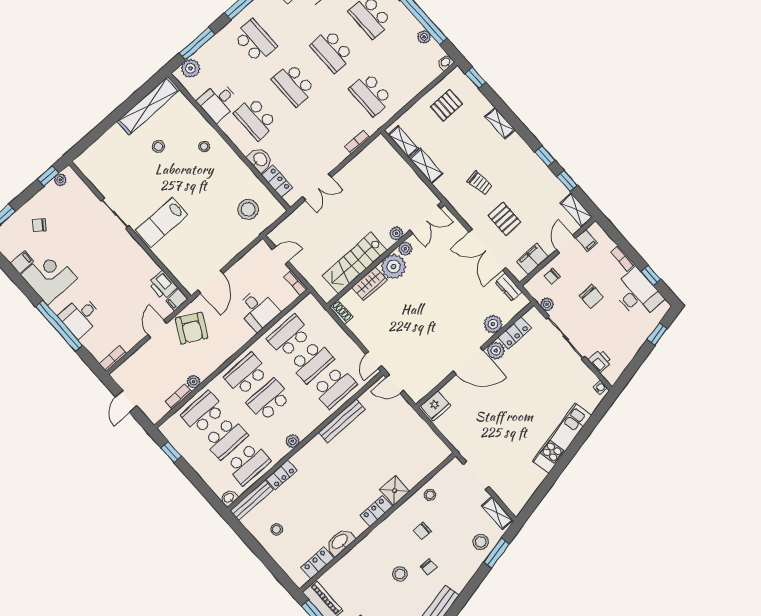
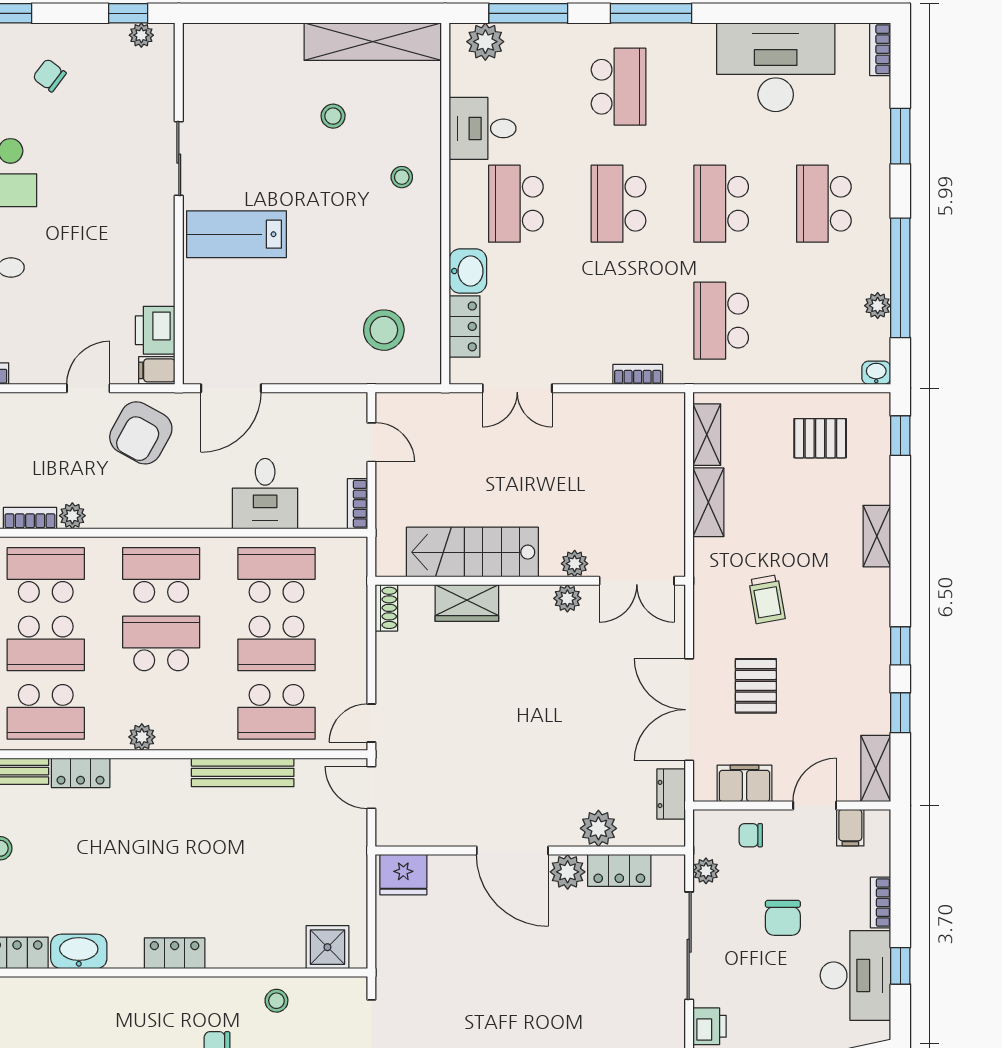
plant: (394, 266) -> (526, 610), removed
shower: (394, 491) -> (327, 947), moved

